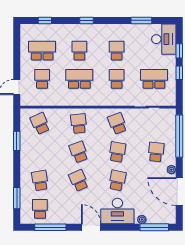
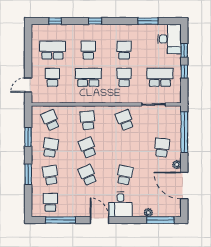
school desk: (117, 152) -> (50, 148), moved
window: (17, 198) -> (28, 174), moved
desk: (117, 211) -> (121, 204), width x0.73

